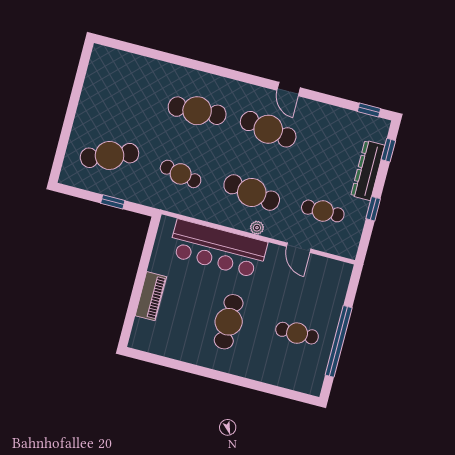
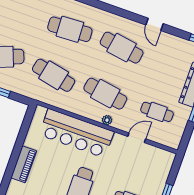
door: (289, 89) -> (154, 24), moved
cafe table: (181, 174) -> (54, 75), width x1.37, depth x1.35
door: (299, 248) -> (137, 138), swing flipped

